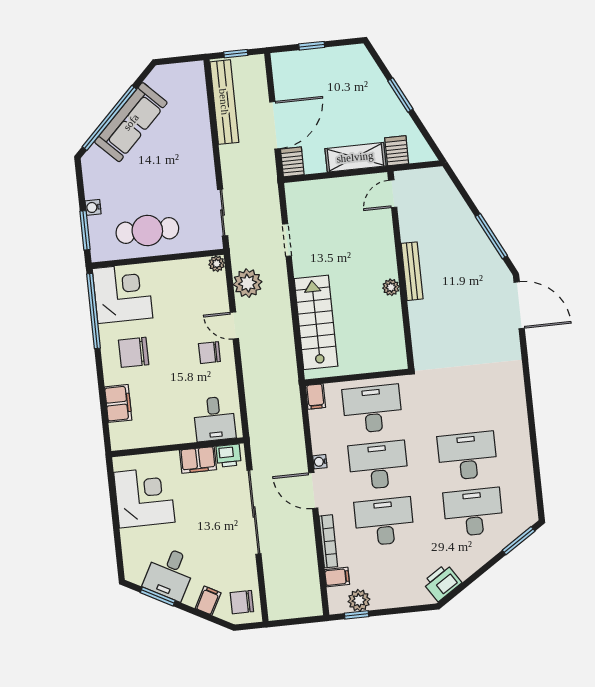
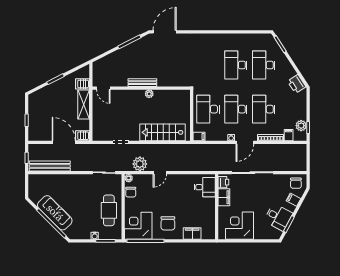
chair: (209, 353) -> (131, 192), moved

